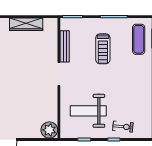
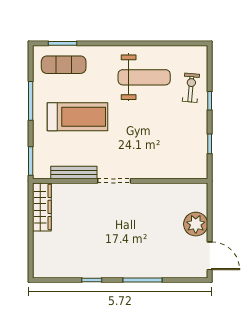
wardrobe: (26, 24) -> (42, 207), moved
treadmill: (103, 49) -> (78, 117), width x1.37, depth x1.38
weight bench: (88, 111) -> (144, 77), moved, turned -90
plant: (49, 130) -> (196, 224), moved

